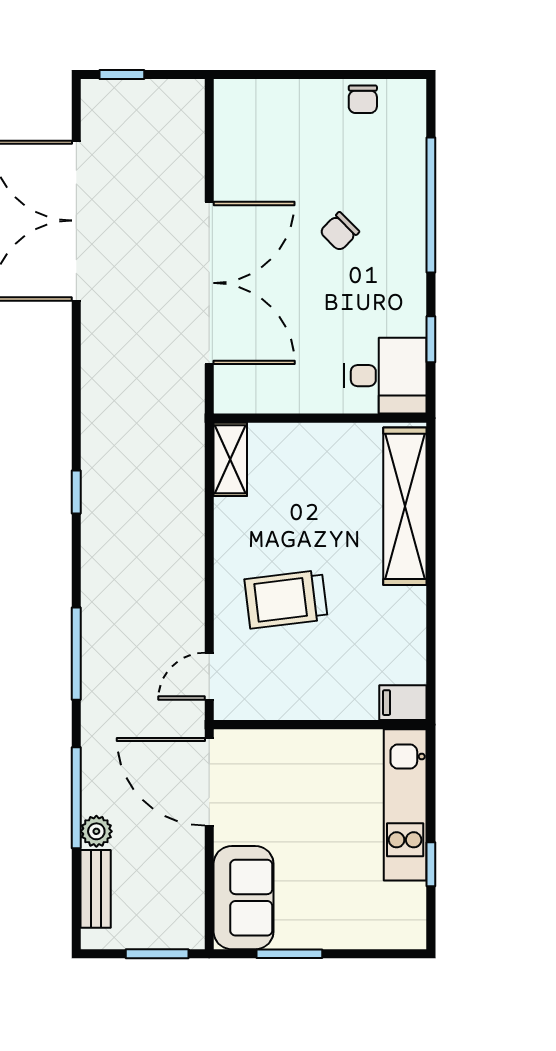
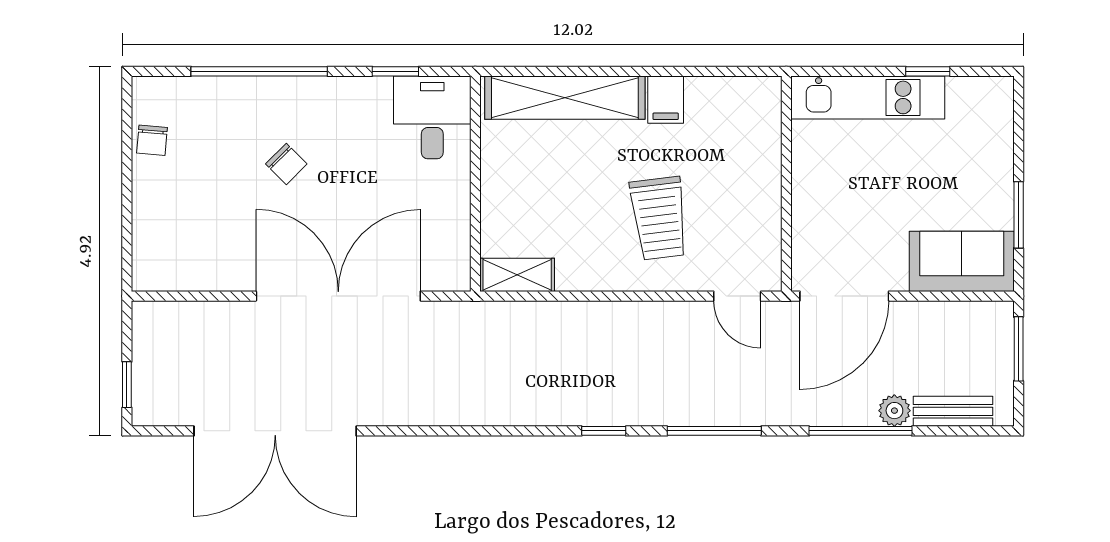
chair: (363, 99) -> (152, 140), turned 95
window: (76, 492) -> (604, 431), moved
filing cabinet: (403, 703) -> (666, 100), moved

